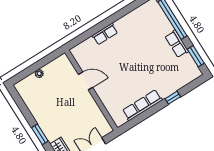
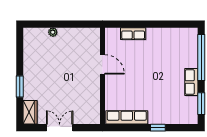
door: (85, 81) -> (102, 64), moved
wall: (91, 90) -> (102, 76), moved

